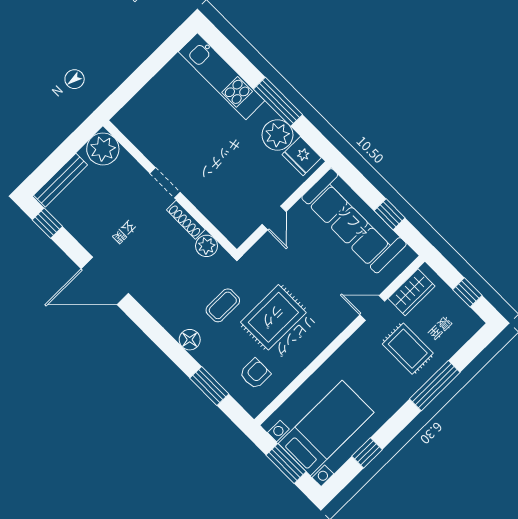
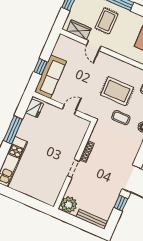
plant: (277, 135) -> (29, 124), removed
window: (390, 214) -> (41, 67), moved
sofa: (354, 221) -> (50, 77), width x0.74, depth x0.79
window: (47, 223) -> (121, 203), moved
plant: (207, 246) -> (95, 137), removed

